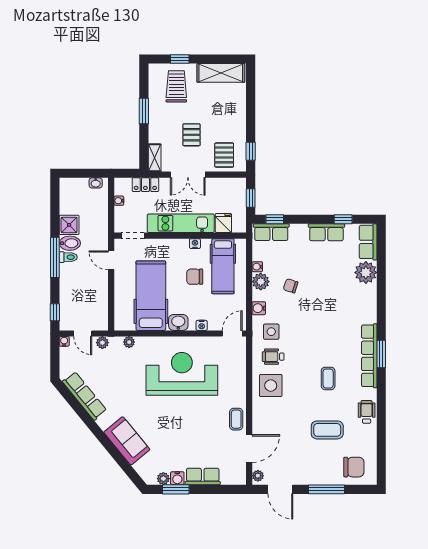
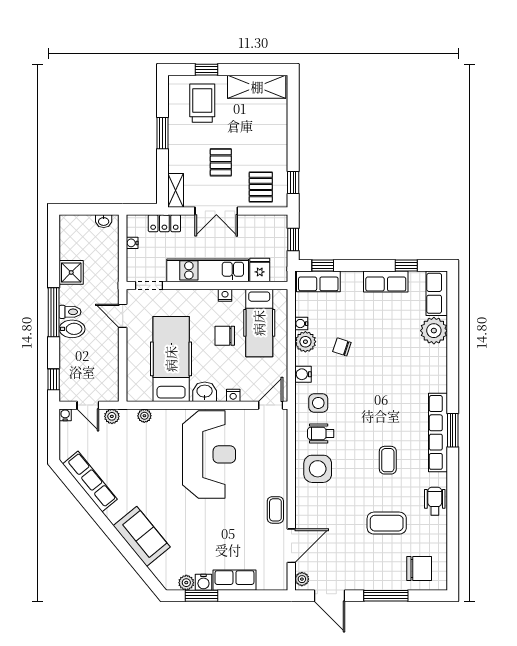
bidet: (70, 243) -> (72, 329), moved
reception desk: (182, 374) -> (209, 454), turned 90

